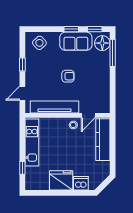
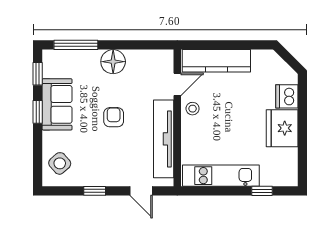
floor lamp: (102, 43) -> (113, 62), moved
door: (88, 115) -> (177, 84), hinge flipped

